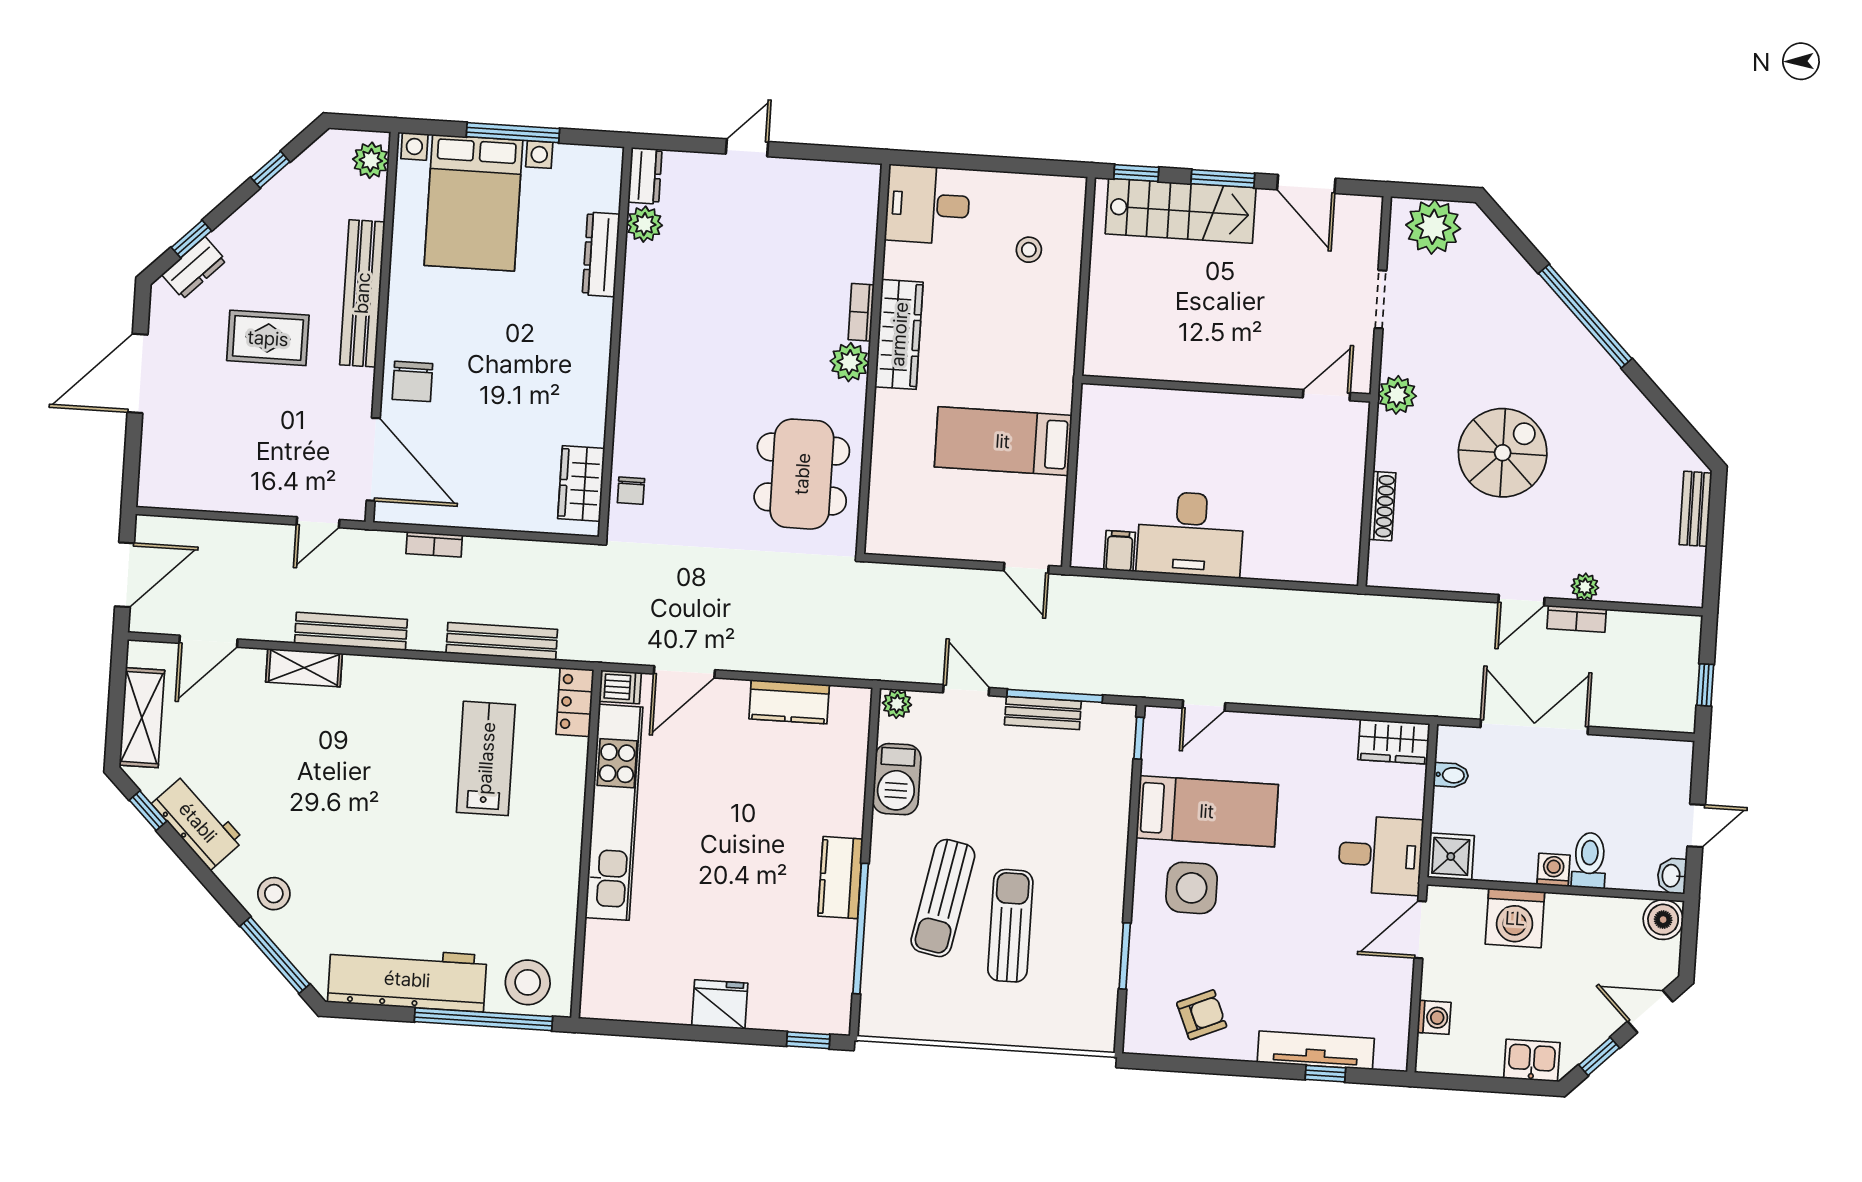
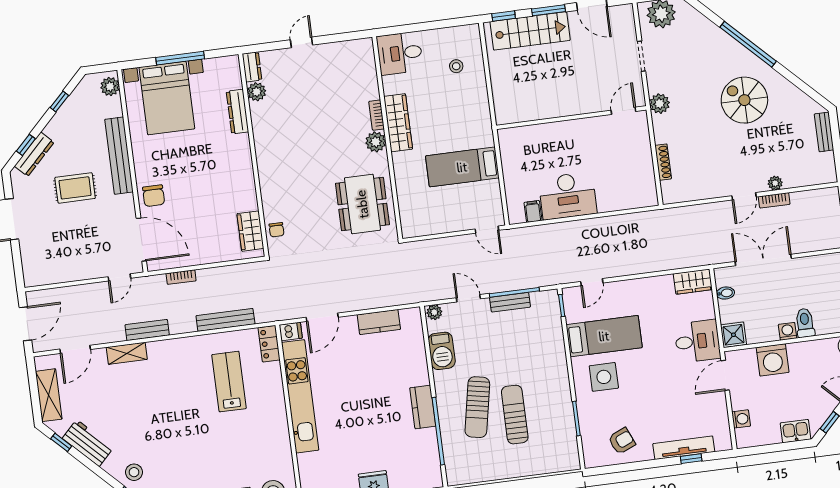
dresser: (194, 268) -> (34, 154), width x1.44
spiral stairs: (1503, 453) -> (744, 100), moved, turned -90
bench: (351, 631) -> (147, 330), width x0.73

